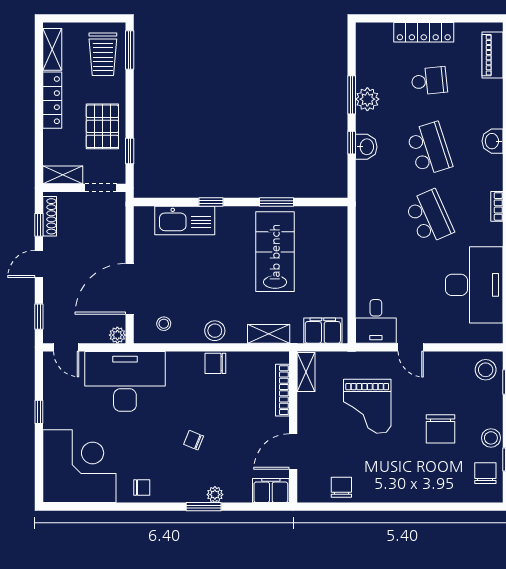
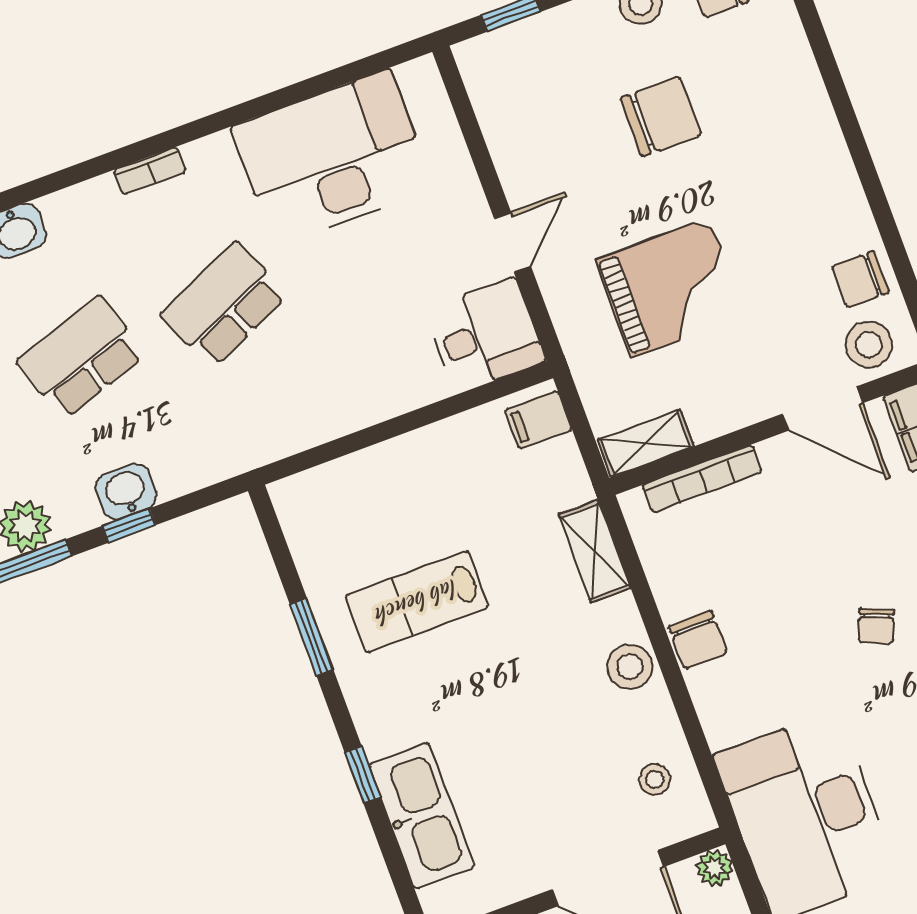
lab bench: (275, 252) -> (417, 602), width x0.73, depth x0.72
filing cabinet: (323, 331) -> (538, 420), width x0.50
stool: (486, 370) -> (869, 344), moved

